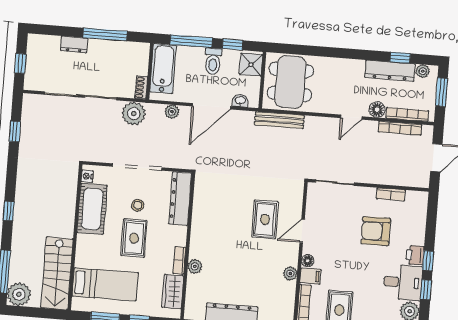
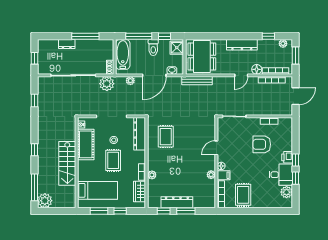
dresser: (390, 71) -> (242, 45), moved
rug: (265, 219) -> (166, 137), moved
stairs: (57, 273) -> (67, 163), moved

